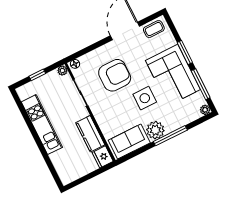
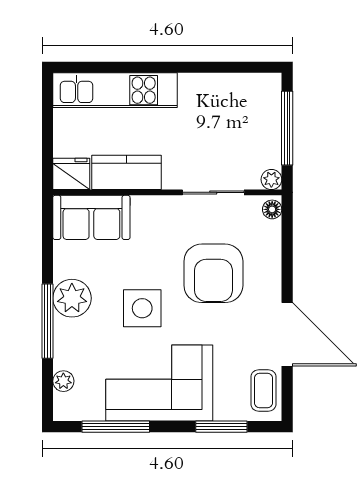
window: (185, 53) -> (221, 427), moved
window: (37, 75) -> (287, 128), width x2.17
plant: (205, 110) -> (63, 381), moved
kitchen unit: (42, 125) -> (115, 90), moved
sofa: (129, 142) -> (91, 217), moved, turned 90

